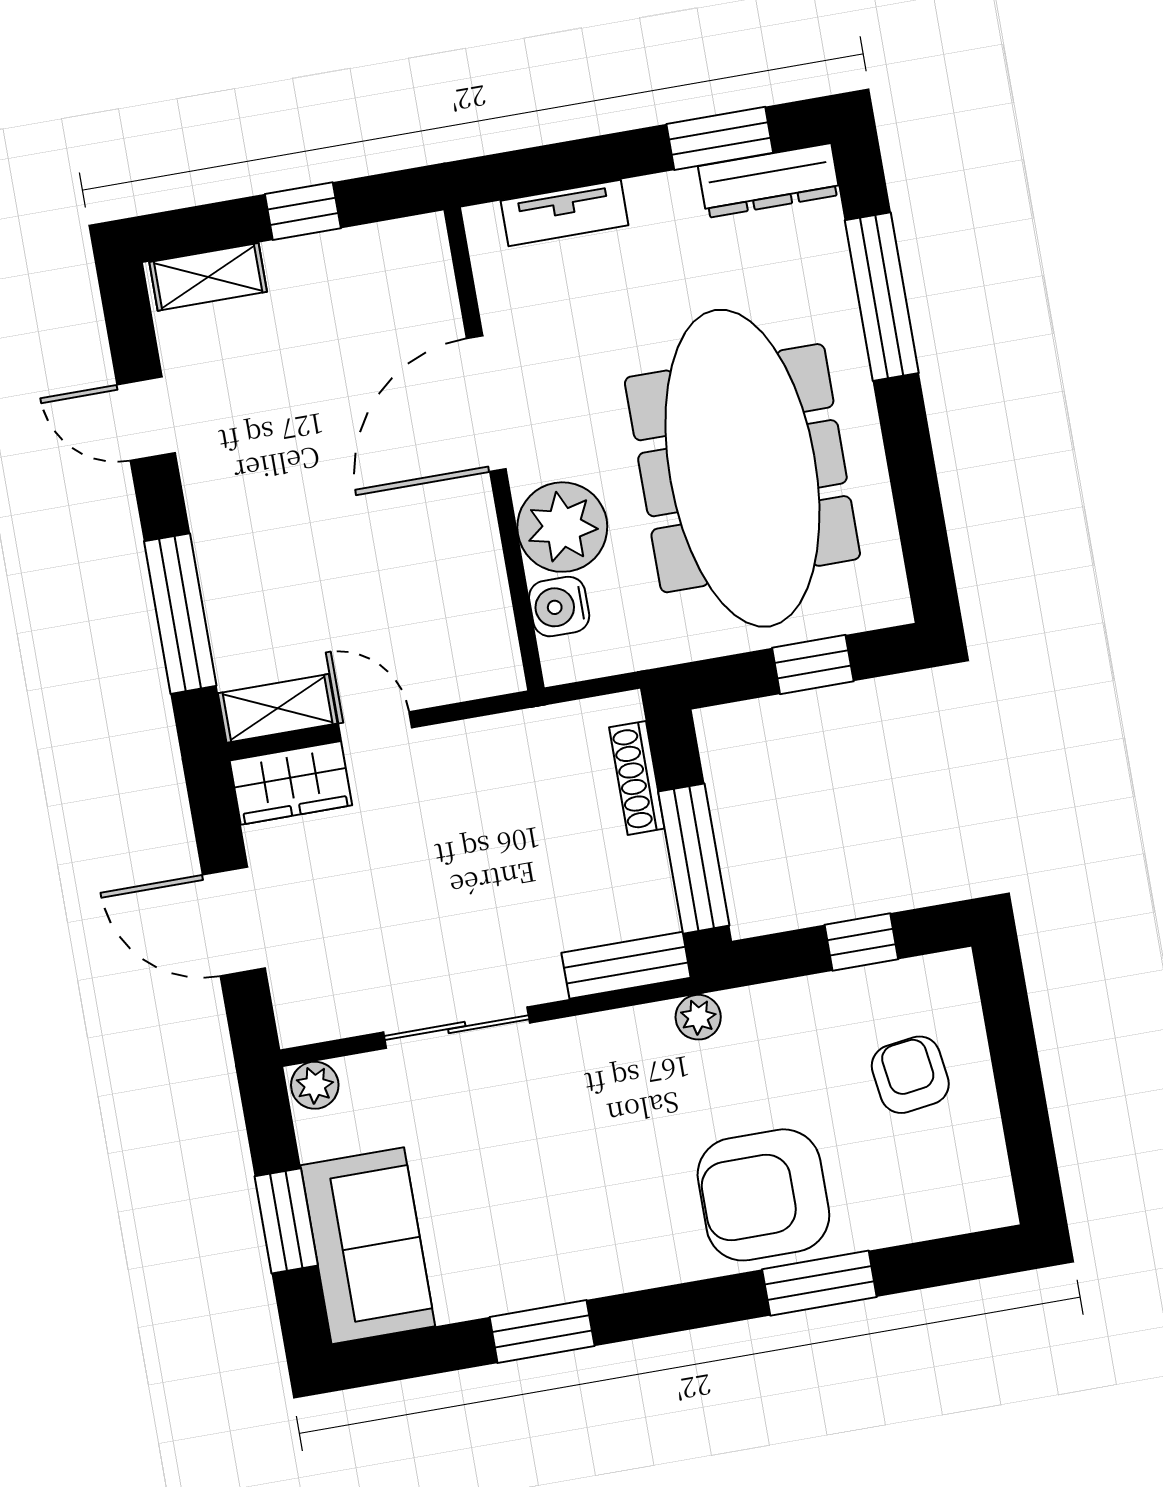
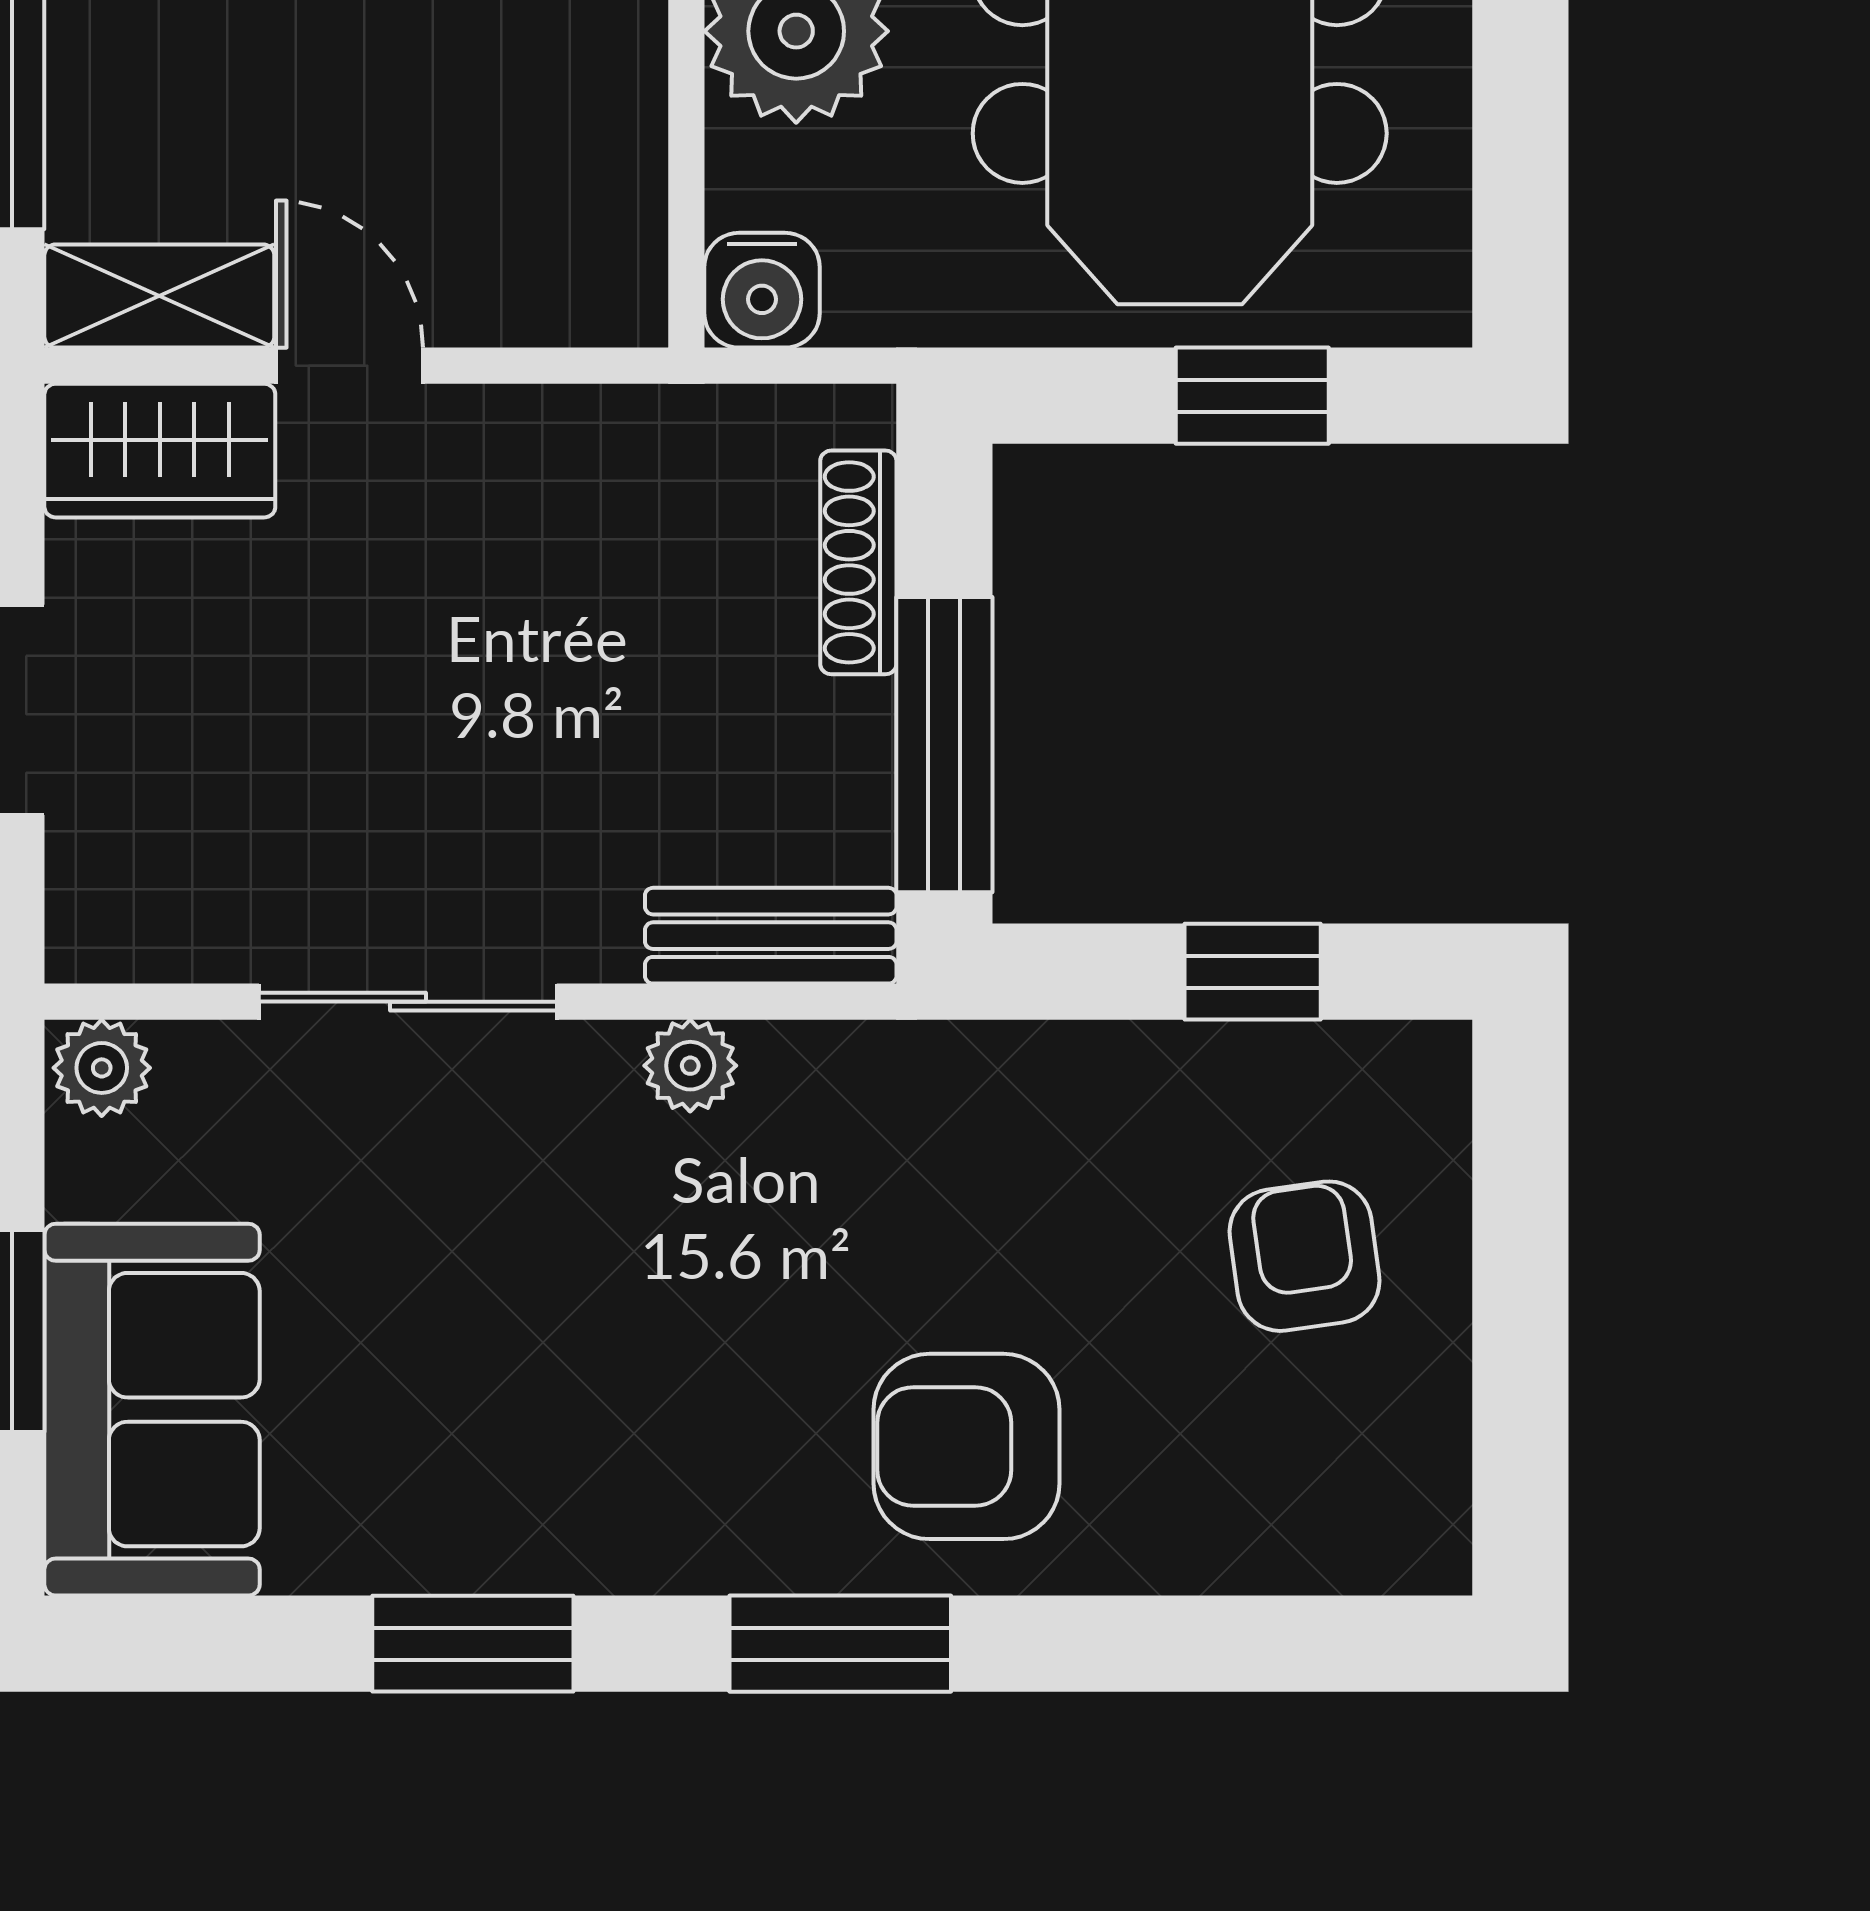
water cooler: (559, 607) -> (762, 290), moved, turned -90
plant: (698, 1017) -> (690, 1066), moved
armchair: (763, 1195) -> (967, 1446), width x0.73, depth x0.73
window: (819, 1283) -> (840, 1644), moved

